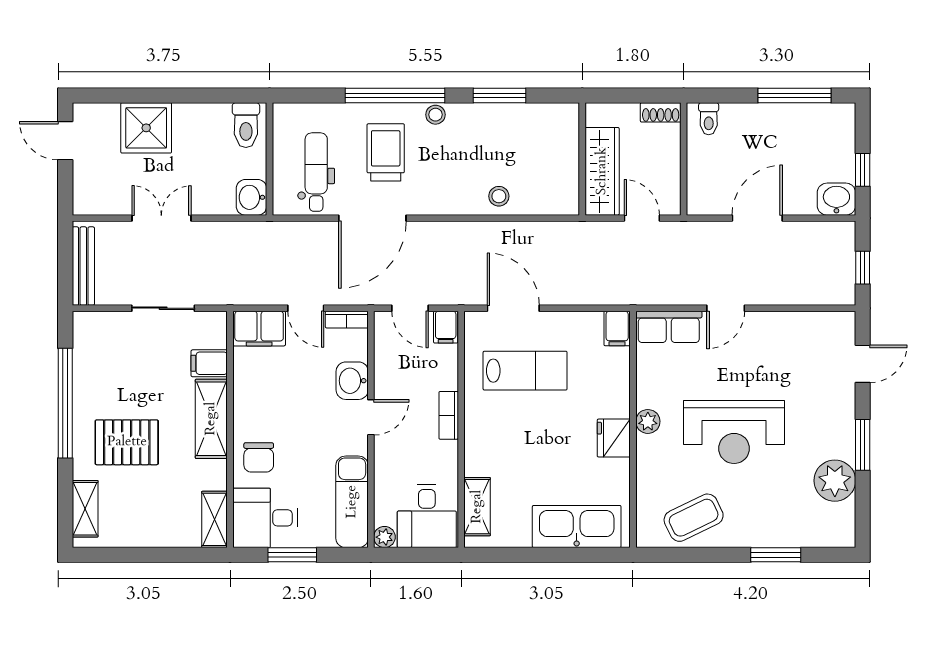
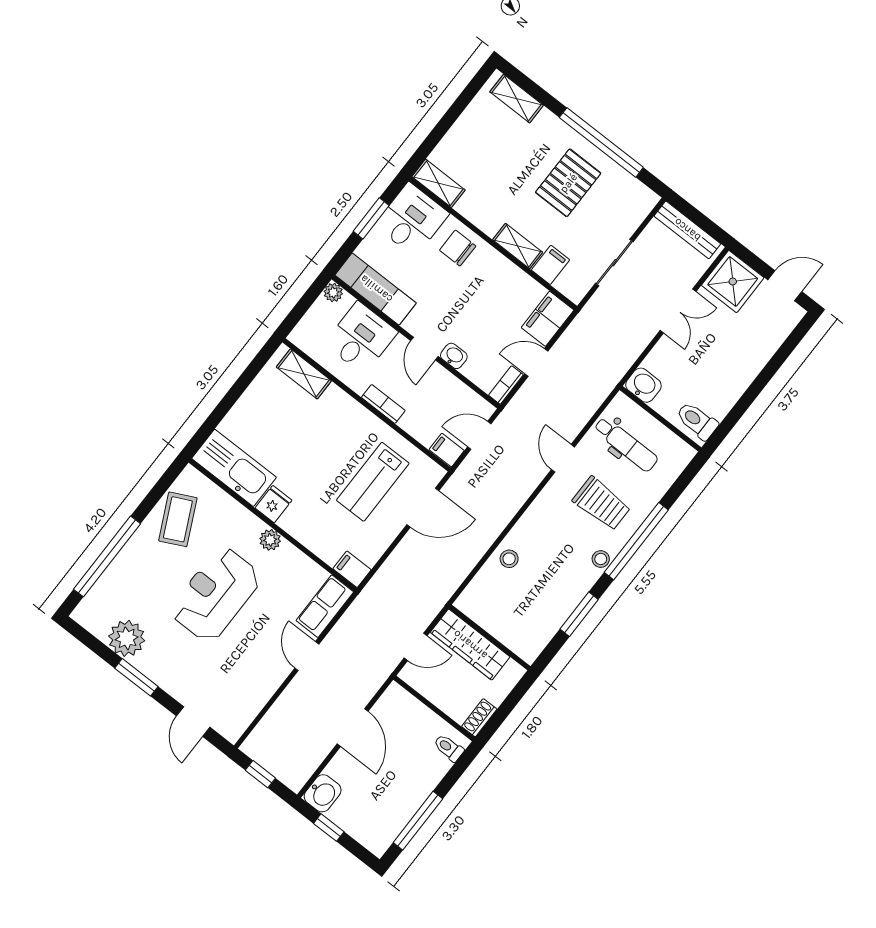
shower: (146, 128) -> (733, 282), moved
door: (372, 218) -> (563, 458), width x0.53
washbasin: (352, 381) -> (454, 356), width x0.72, depth x0.69
shelving: (211, 419) -> (518, 246), width x0.67, depth x0.75
fridge: (614, 438) -> (273, 504), width x0.72
pallet: (127, 442) -> (568, 183), moved
desk: (427, 516) -> (361, 338), moved, turned 90
kitchen sink: (577, 527) -> (234, 468), moved, turned -90
window: (776, 555) -> (107, 556), width x2.11

